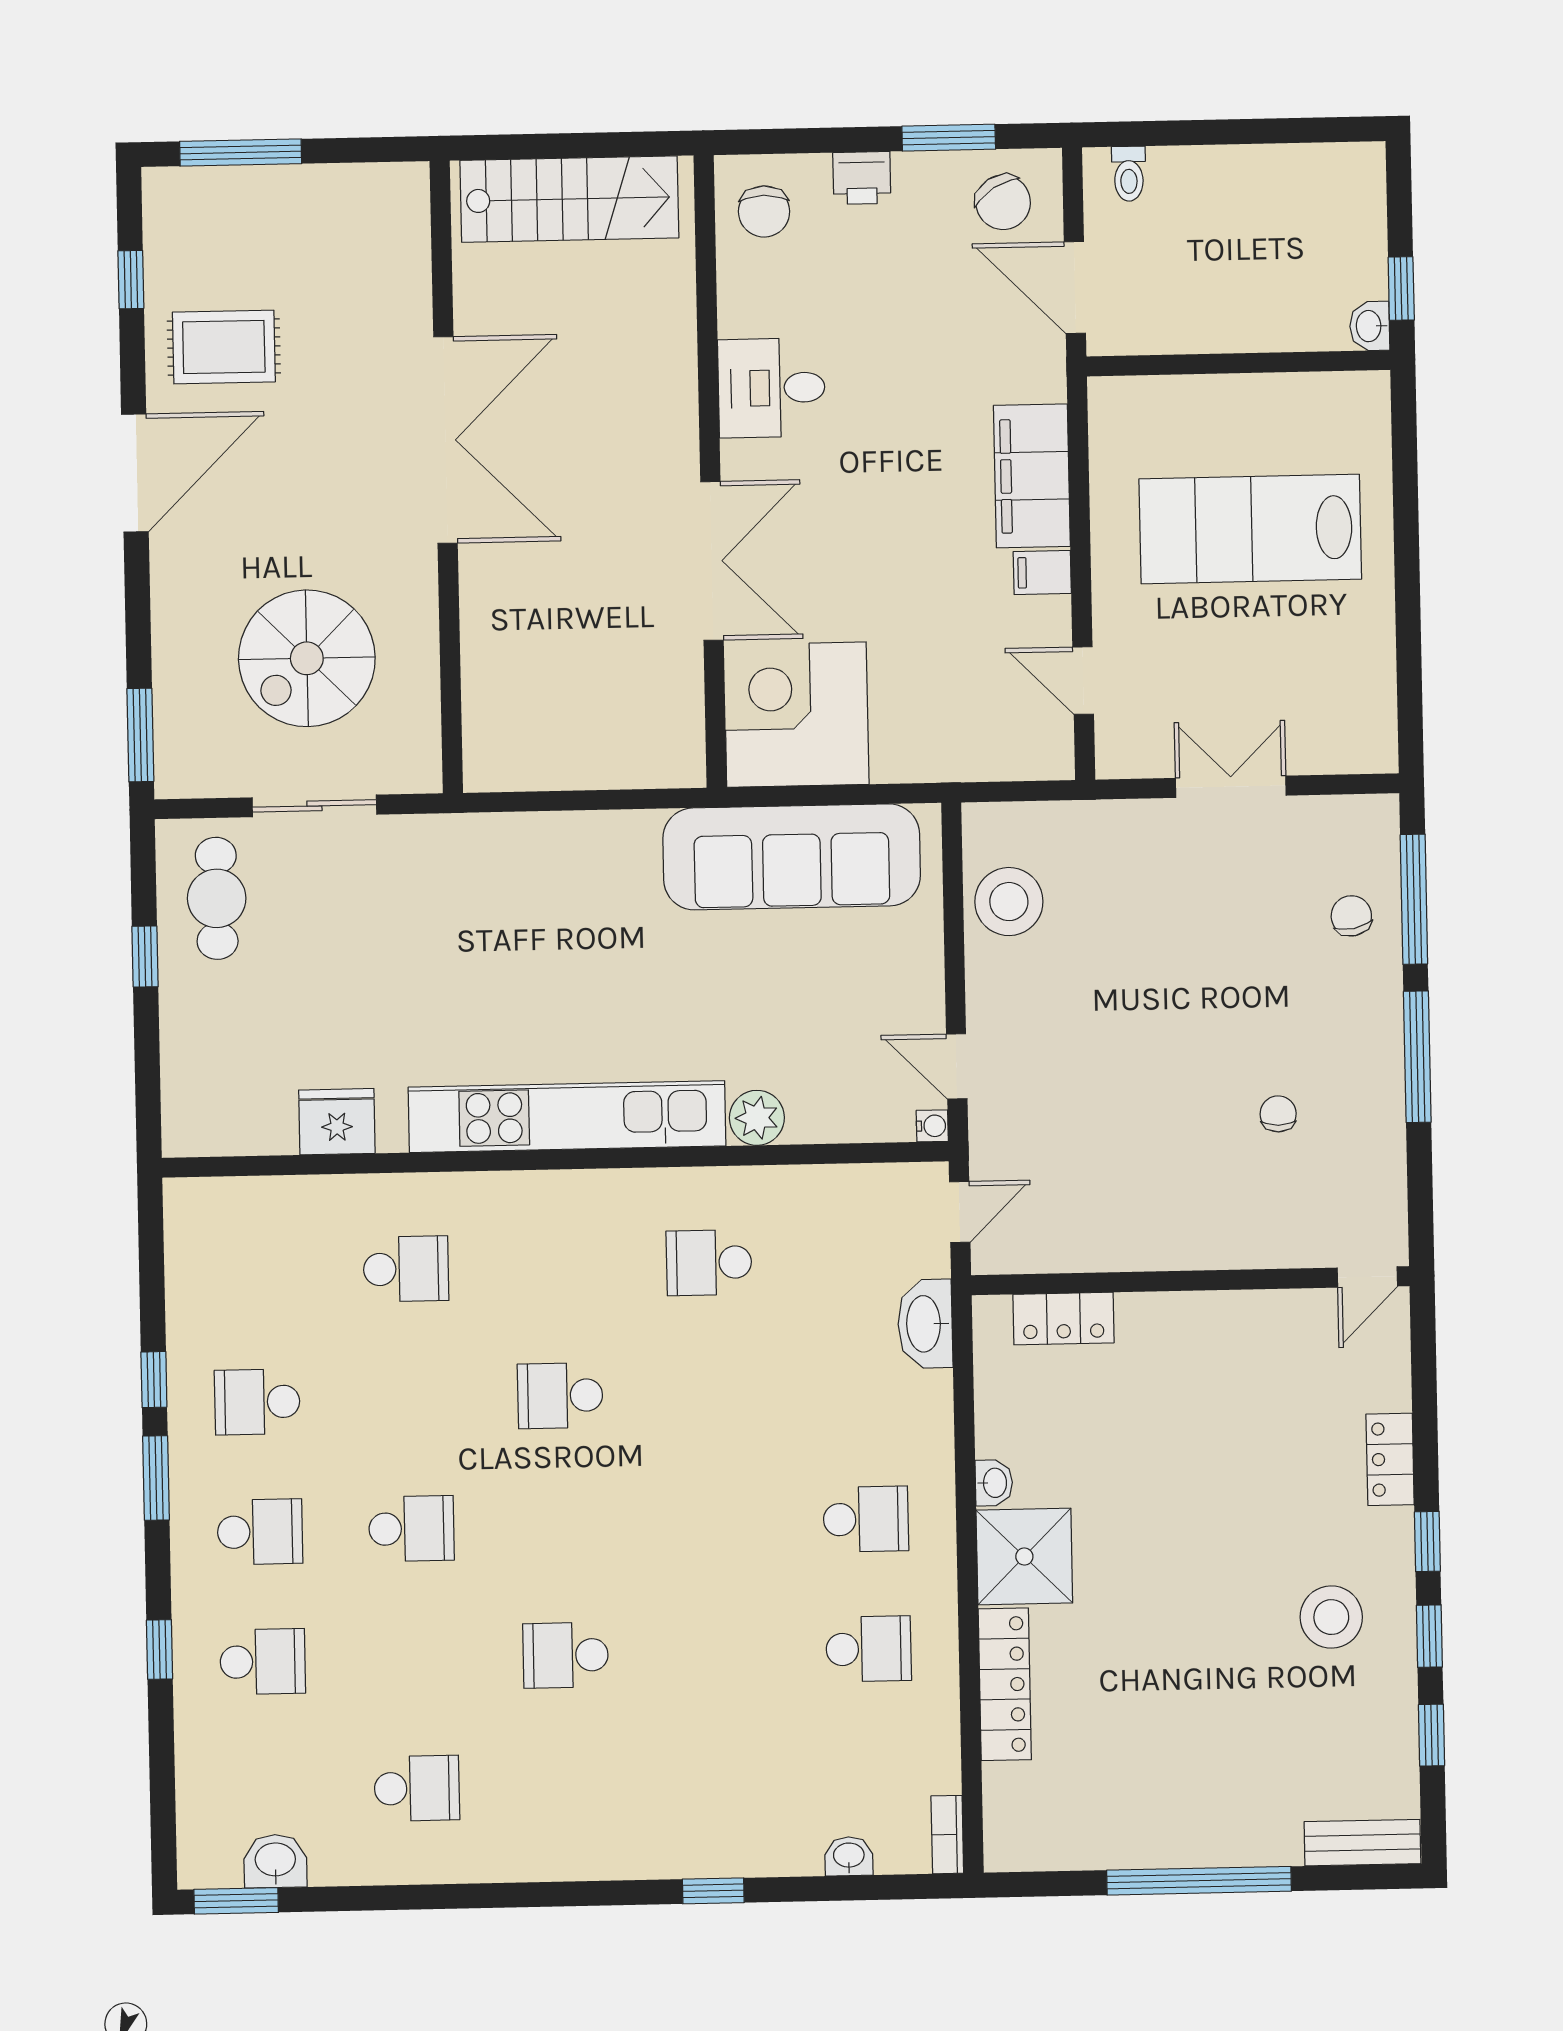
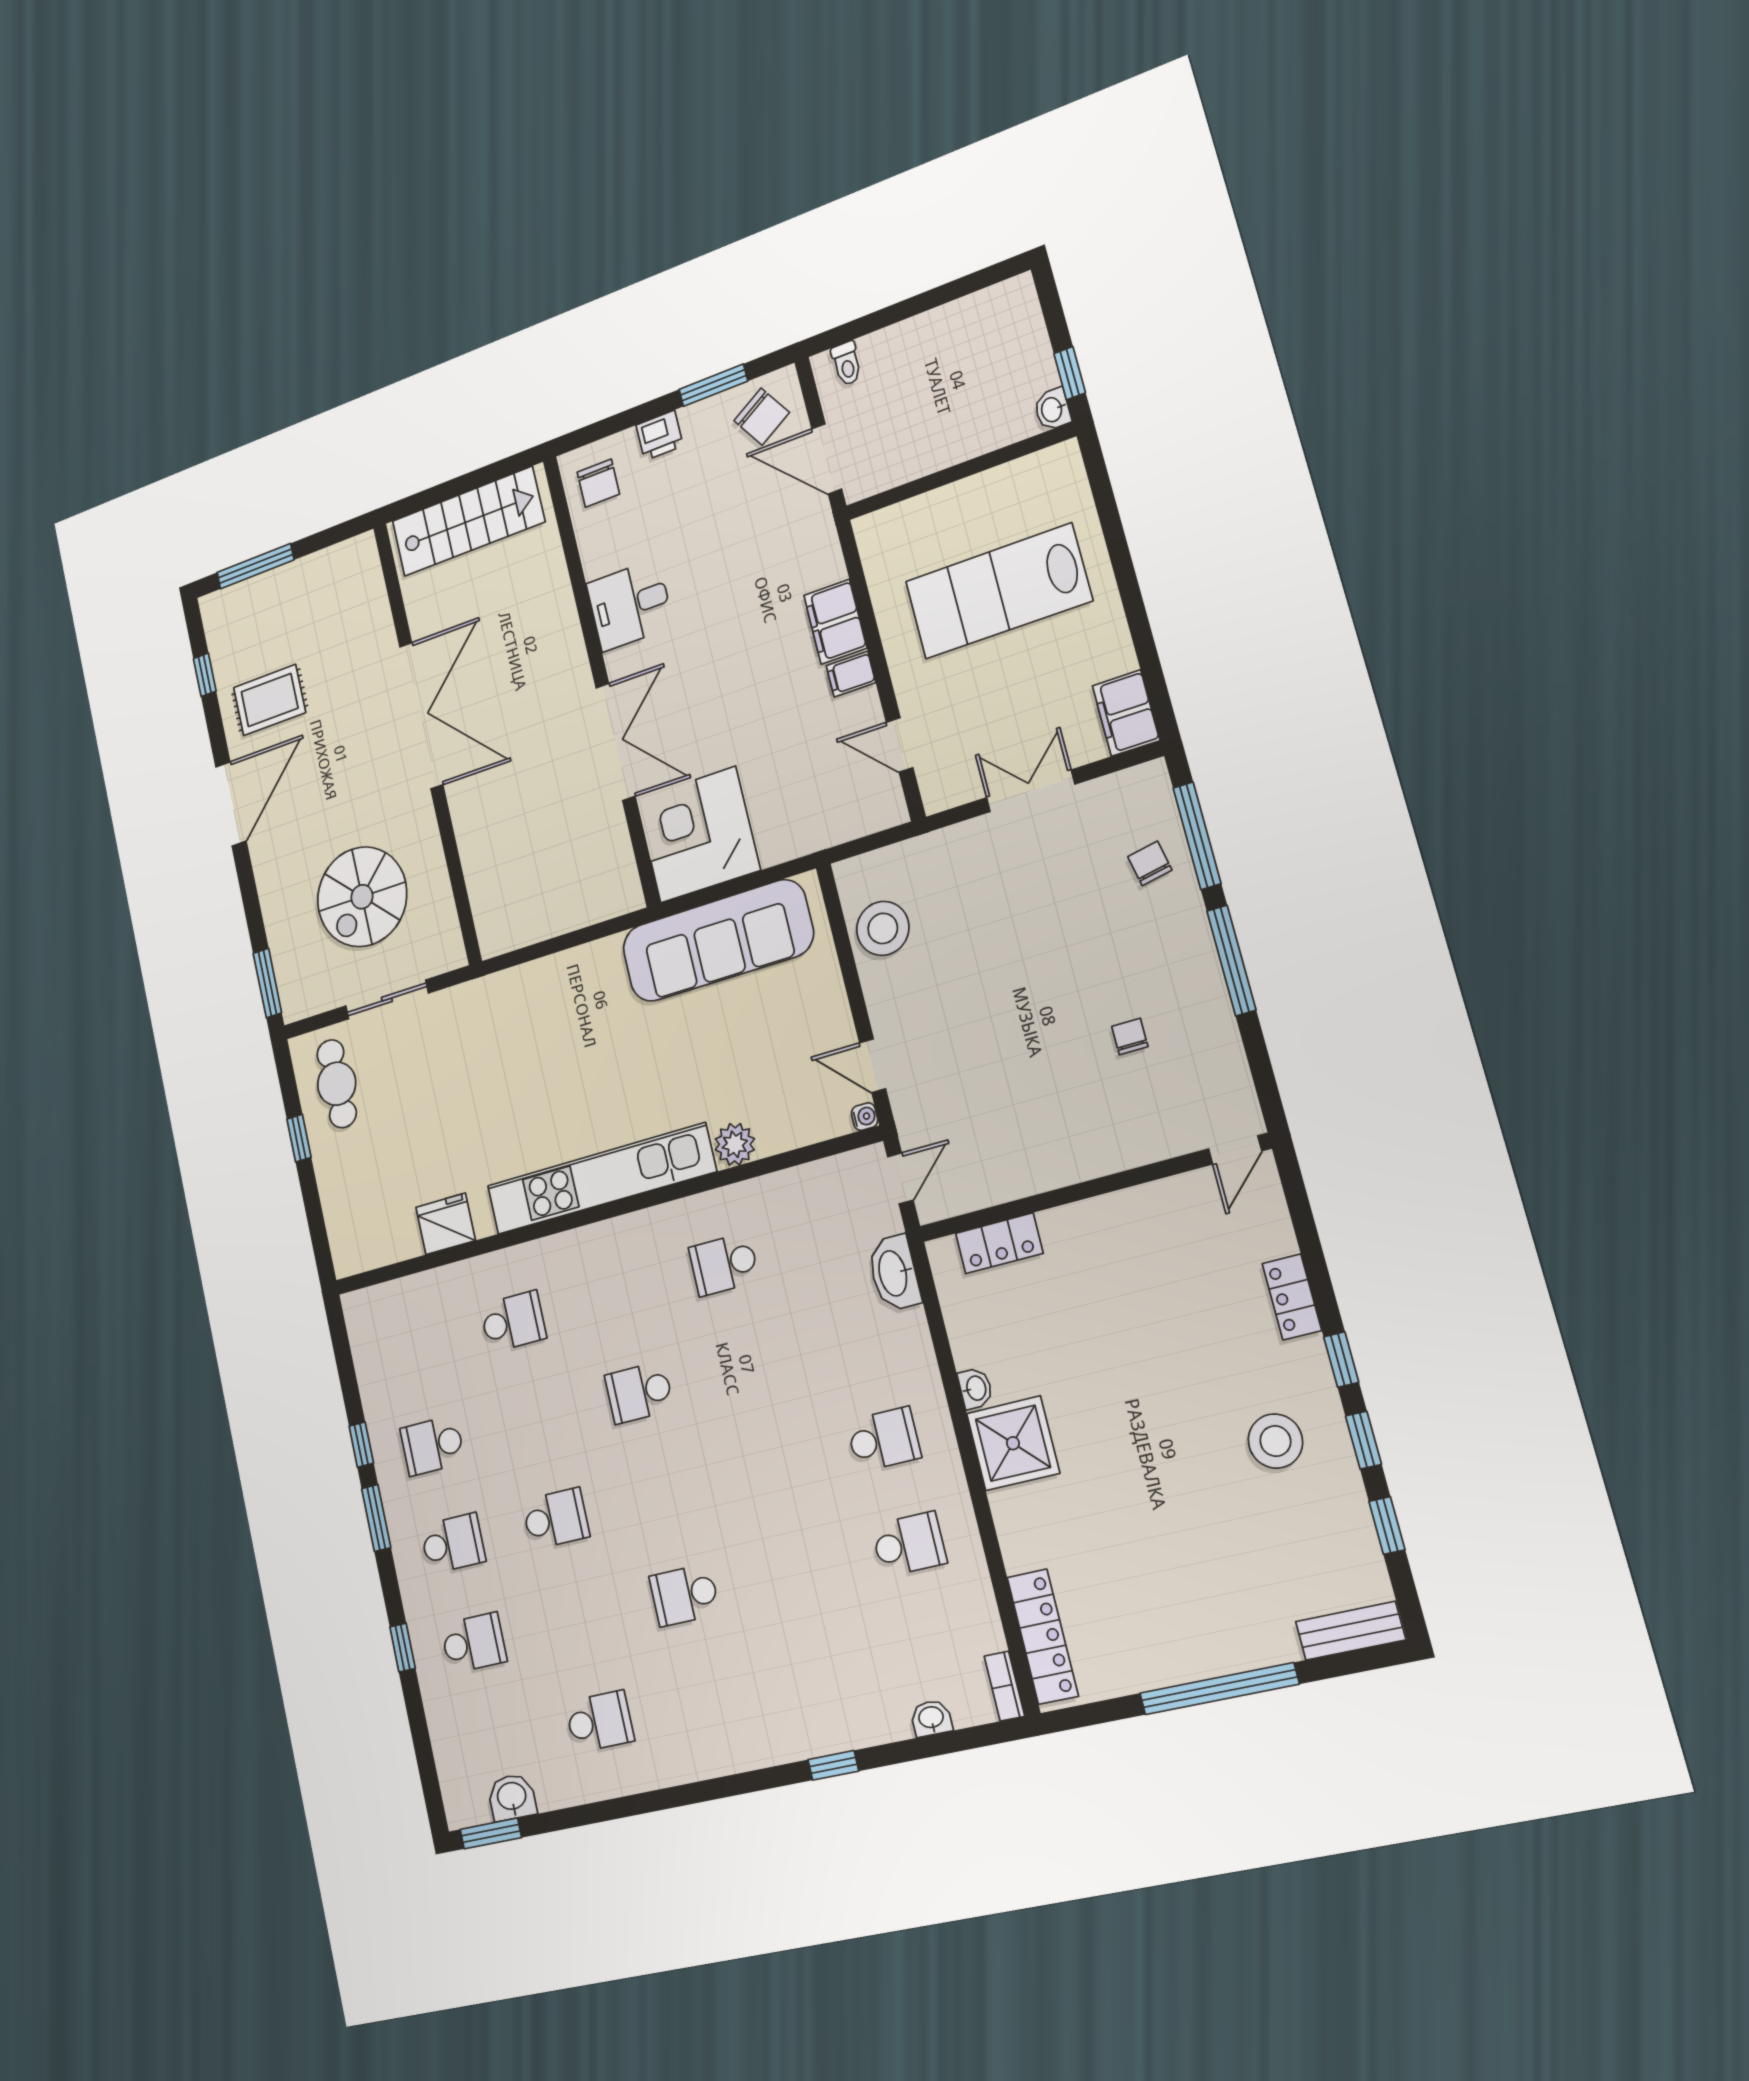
filing cabinet: (1032, 476) -> (835, 622), width x0.67, depth x0.86
filing cabinet: (1367, 728) -> (1126, 713), added
locker: (1005, 1684) -> (1043, 1637), moved

